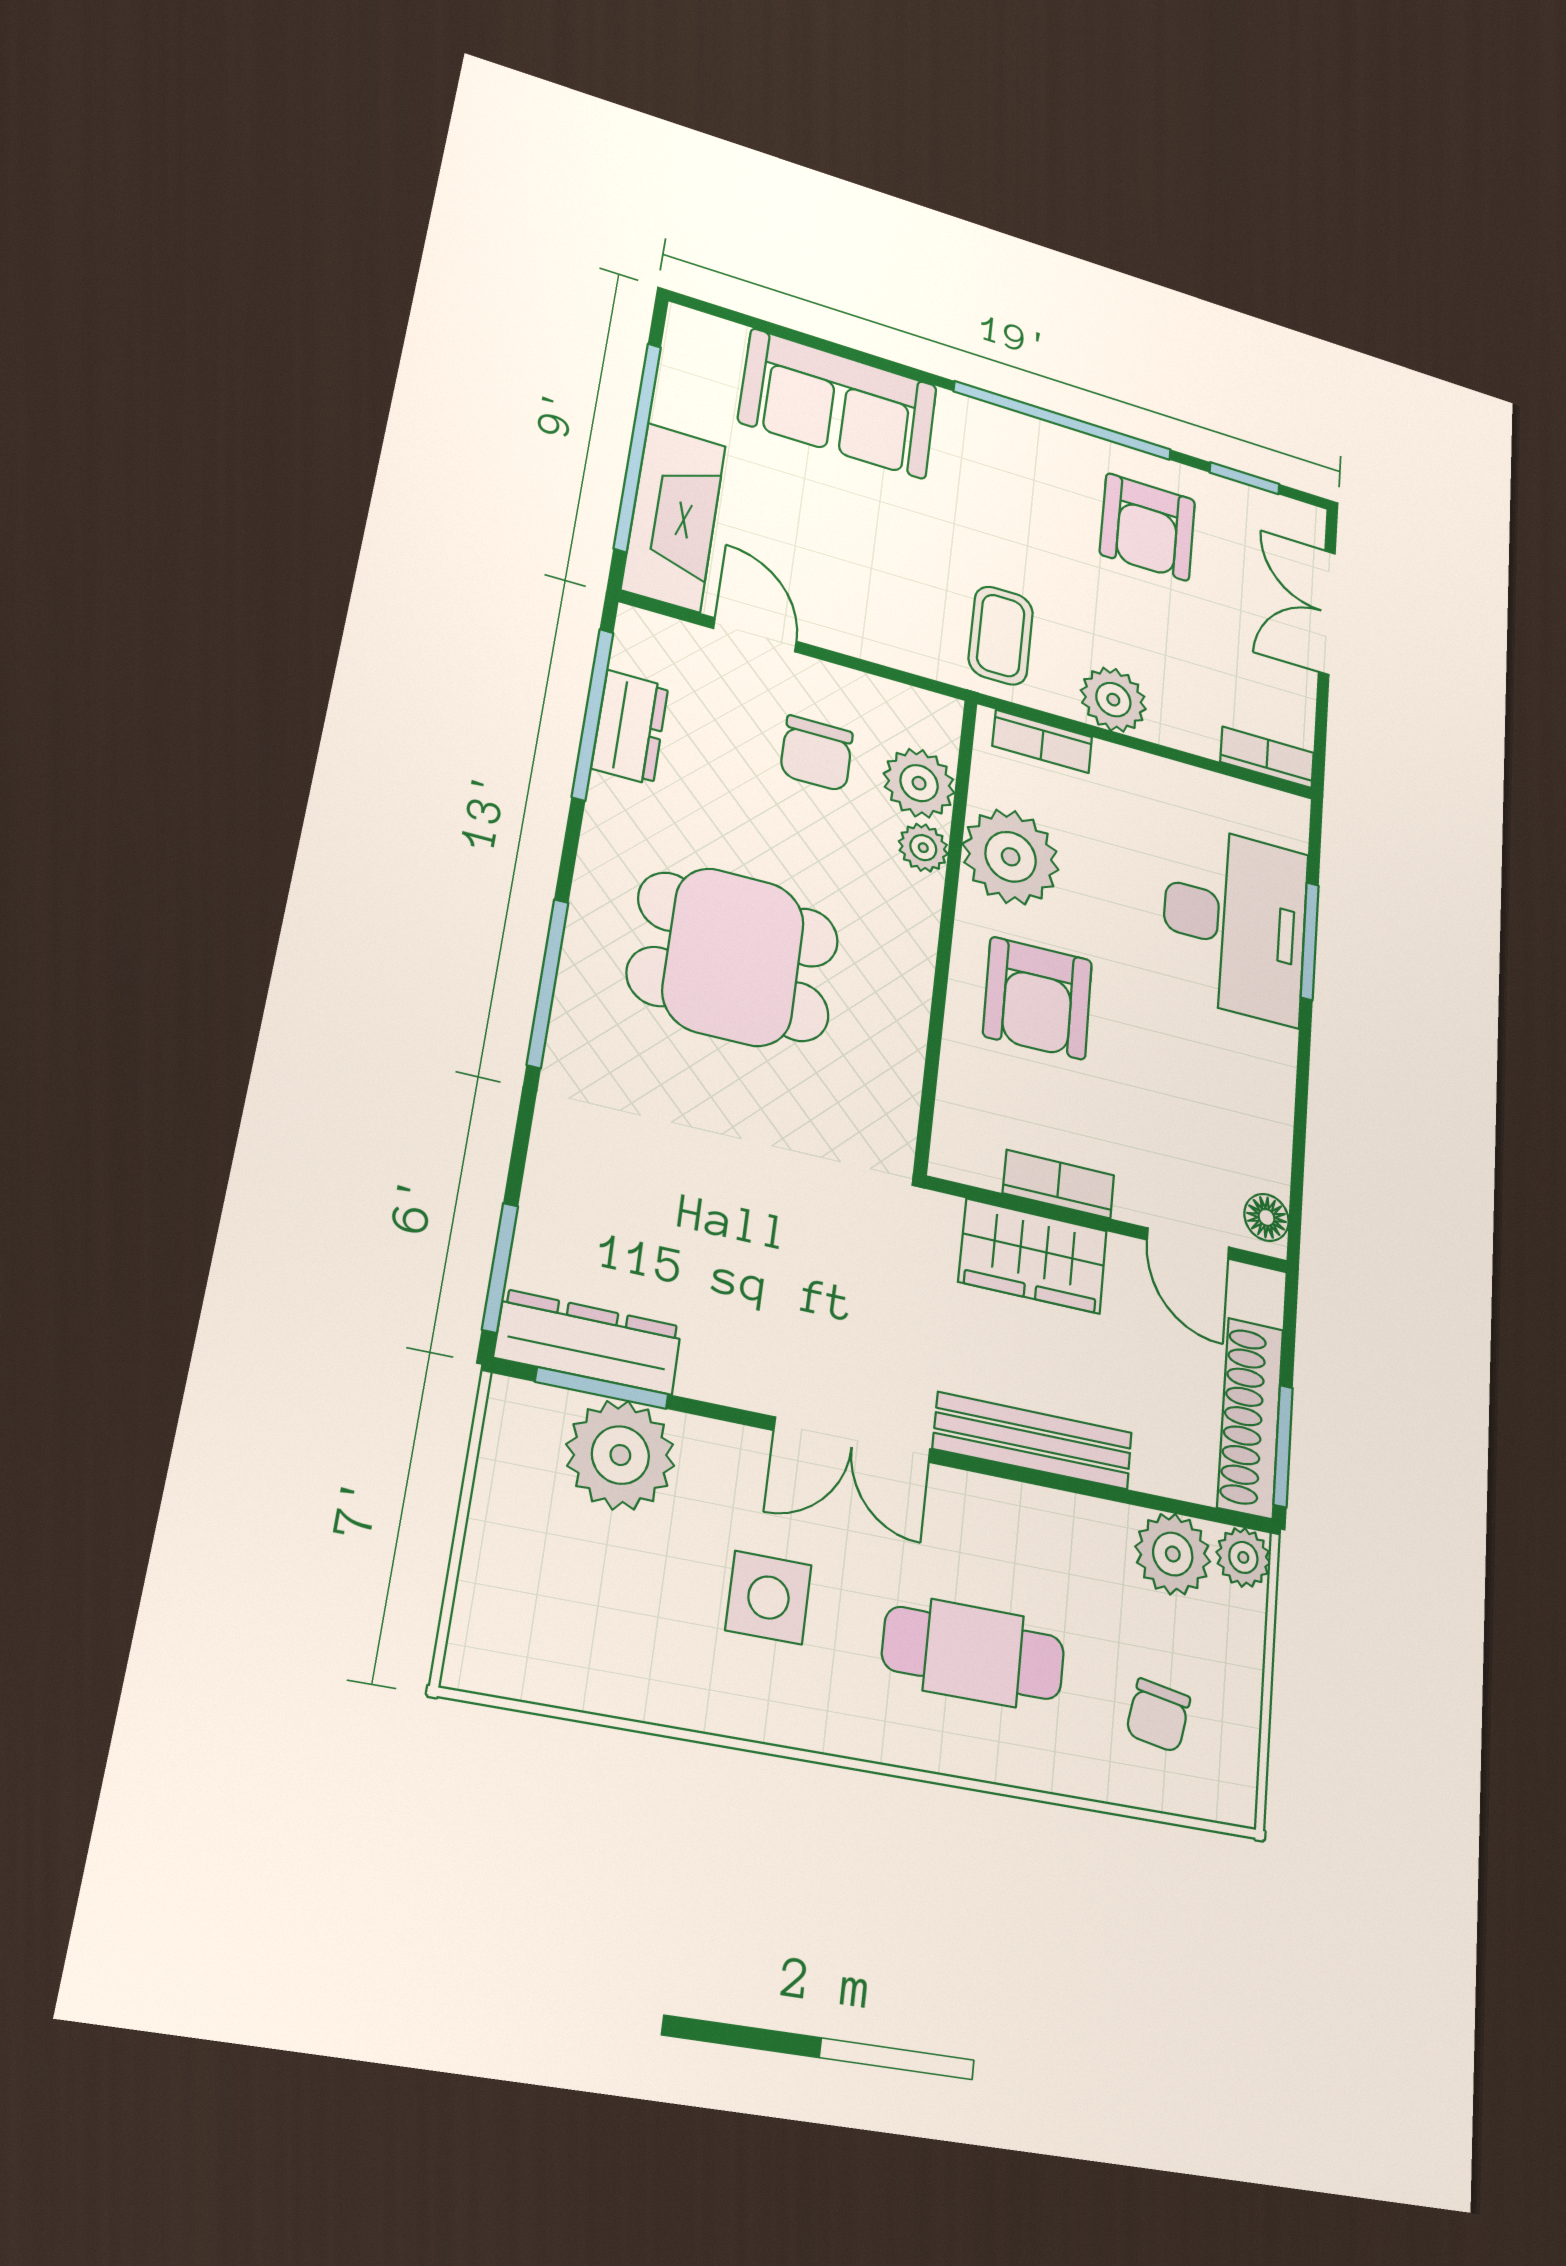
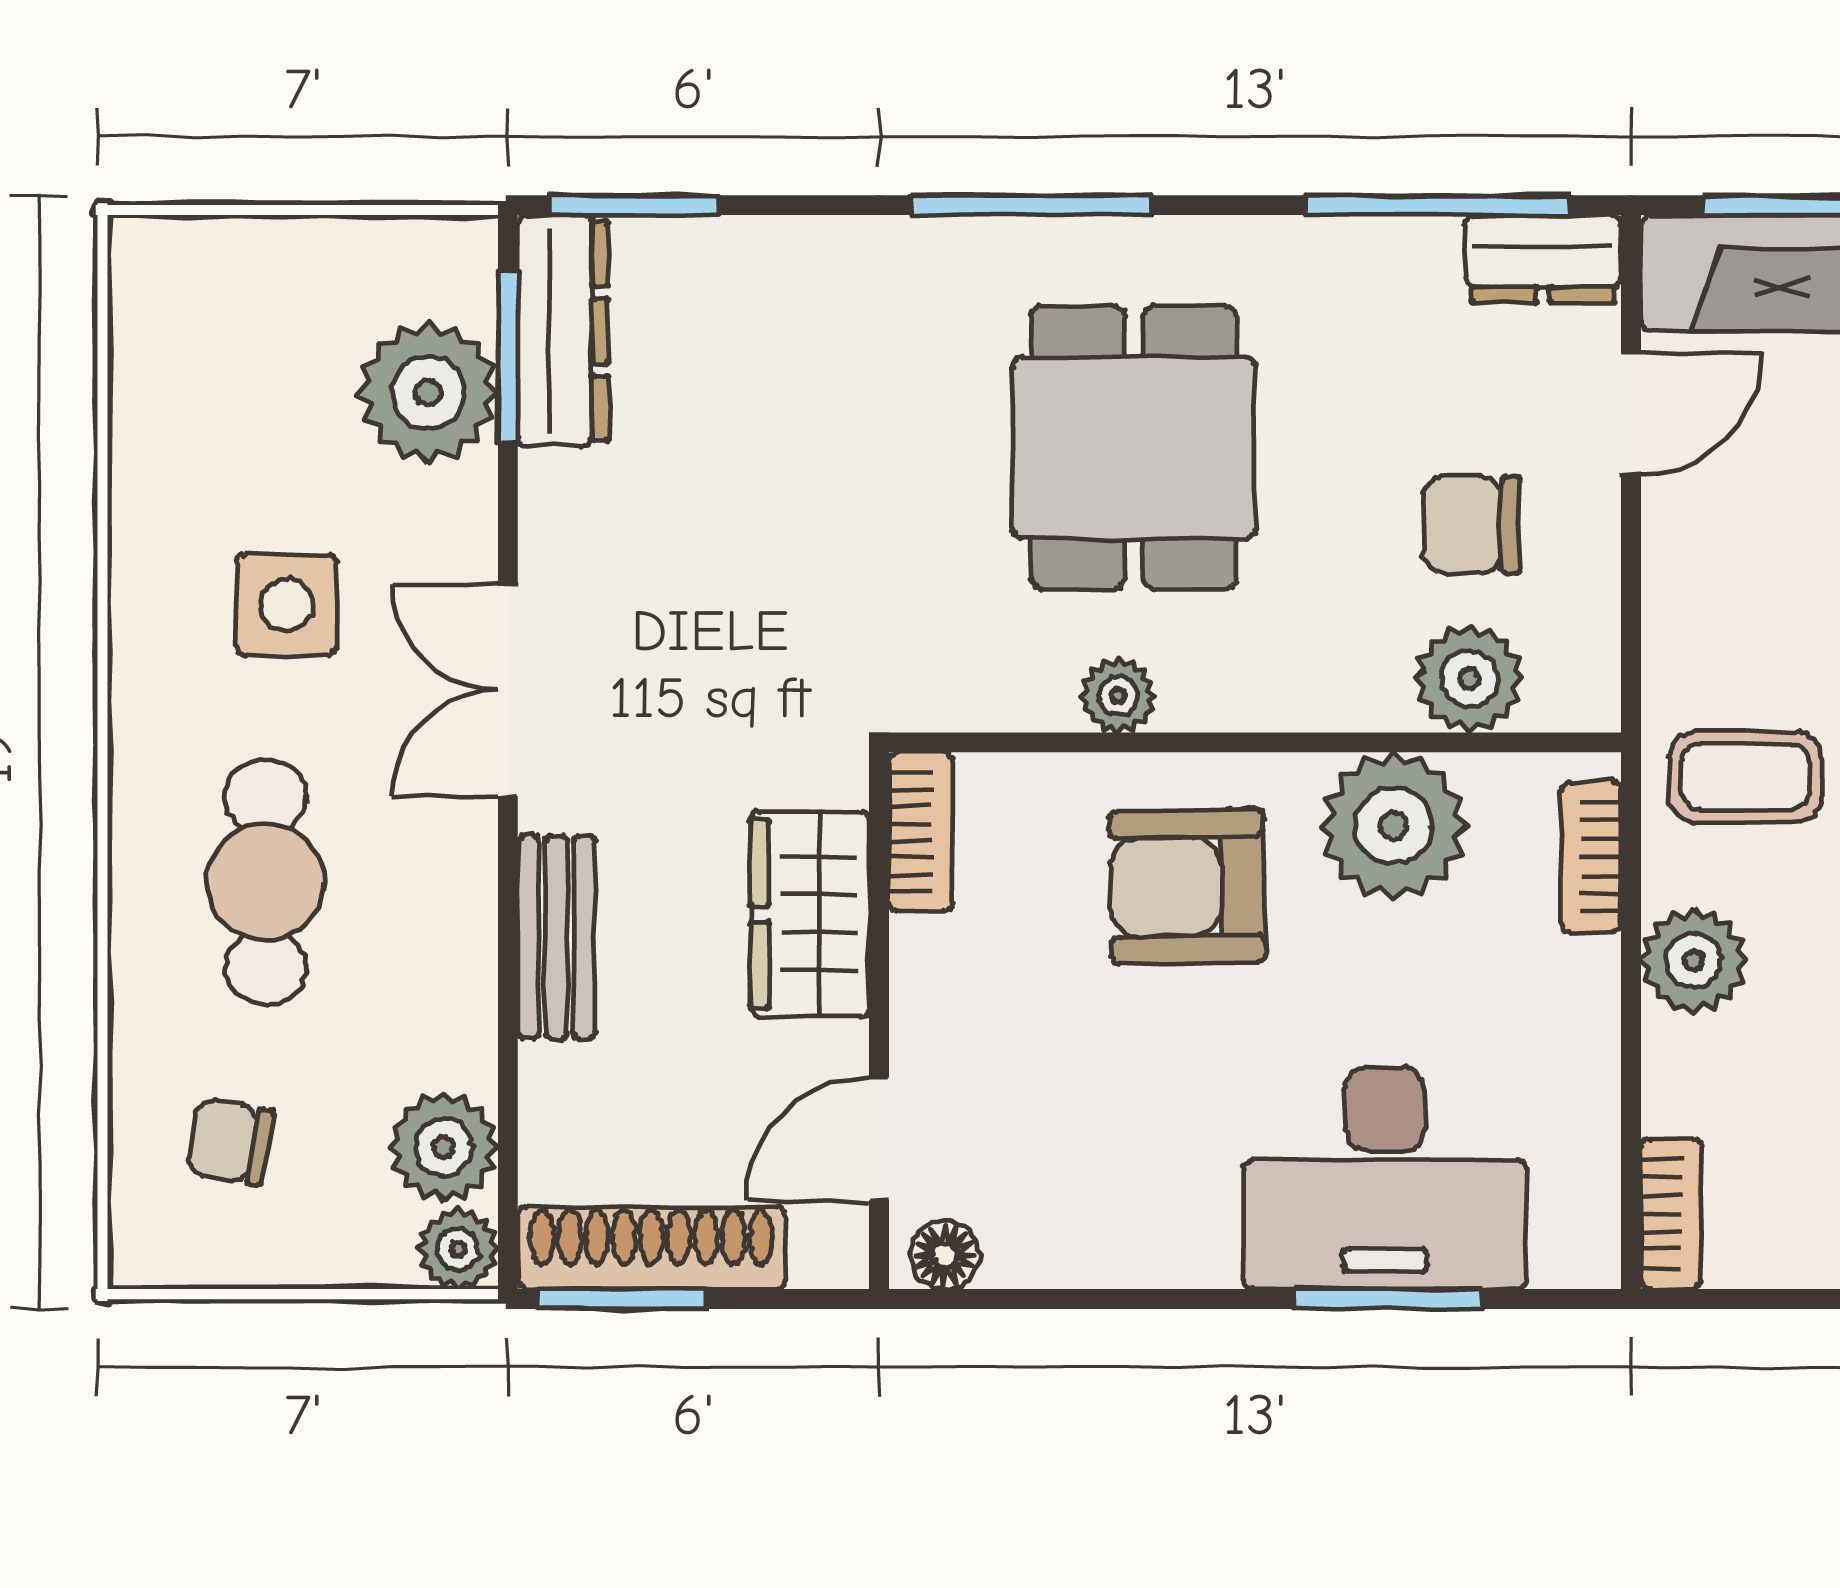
dresser: (630, 727) -> (1543, 259), moved
plant: (923, 848) -> (1118, 696), moved
bookcase: (1059, 1184) -> (921, 832), moved
bench: (1033, 1441) -> (556, 937), width x0.73

